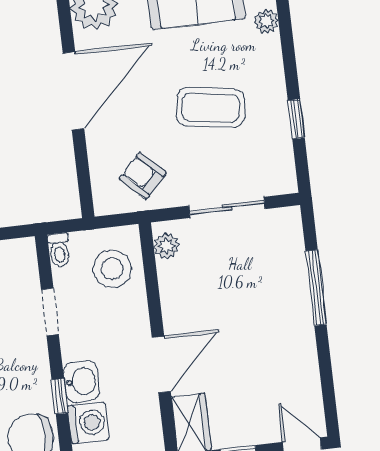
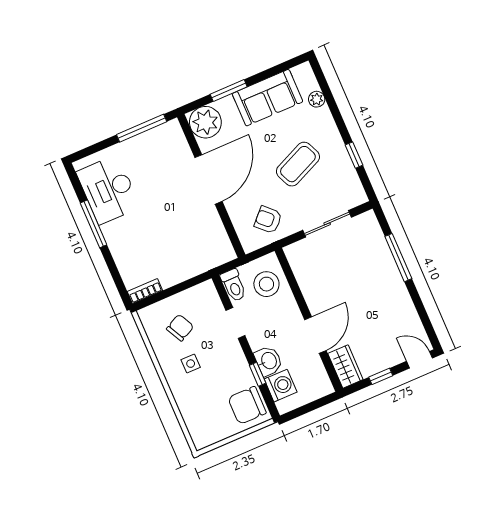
coffee table: (211, 108) -> (298, 164), turned -33
plant: (166, 246) -> (296, 259), removed
toilet: (59, 250) -> (234, 285), width x1.37, depth x1.39

